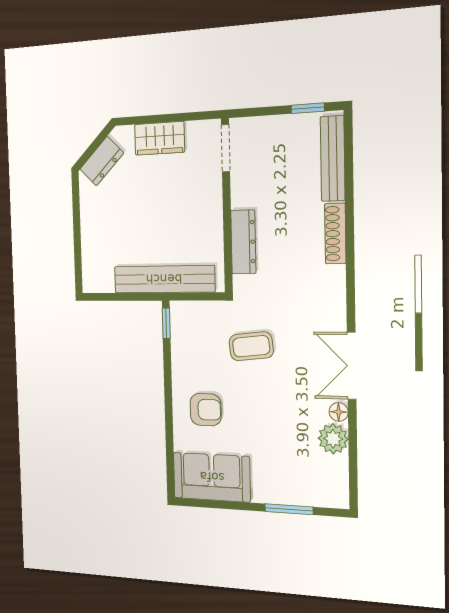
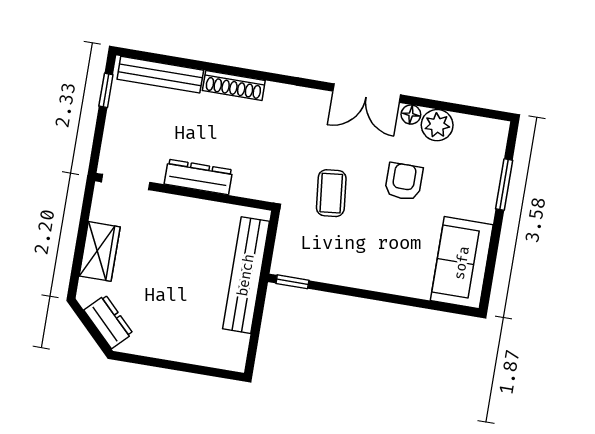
dresser: (243, 242) -> (198, 177), moved
armchair: (206, 410) -> (404, 182), moved

